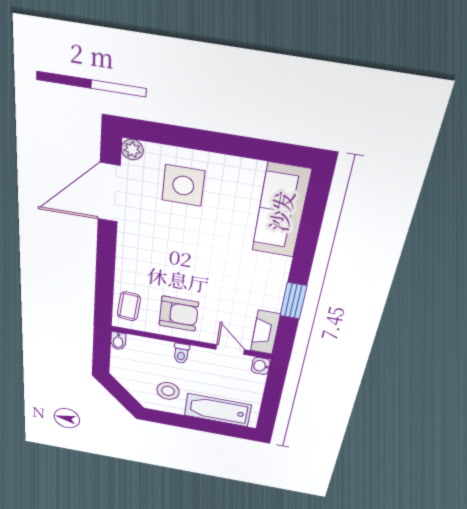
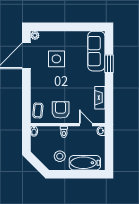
side table: (183, 186) -> (56, 59), moved
window: (293, 301) -> (109, 64), moved
armchair: (179, 314) -> (61, 110), turned -90
fireplace: (265, 332) -> (100, 98), moved

